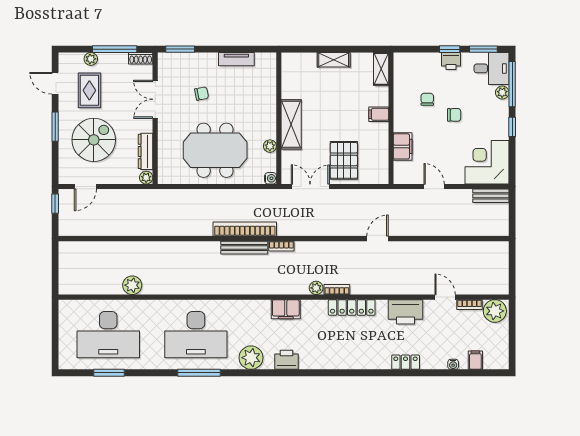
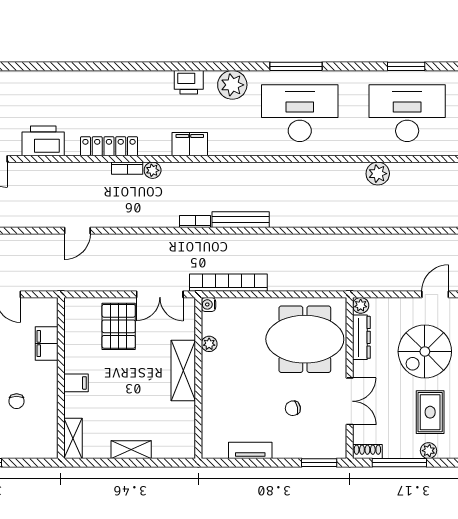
meeting table: (215, 150) -> (305, 339), moved
bookcase: (245, 229) -> (228, 283), moved, turned 180
locker: (406, 362) -> (43, 79), removed

